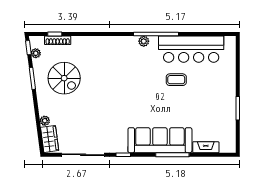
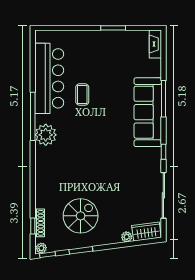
plant: (144, 41) -> (46, 135), width x1.88, depth x1.88
plant: (36, 53) -> (41, 248), moved
fireplace: (206, 147) -> (155, 44), moved

